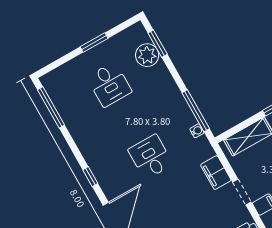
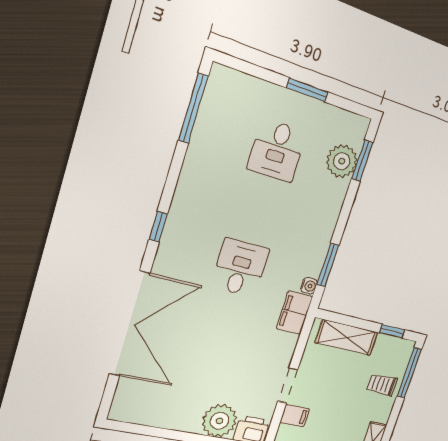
window: (196, 111) -> (328, 265), width x0.69
filing cabinet: (216, 173) -> (294, 313), moved

